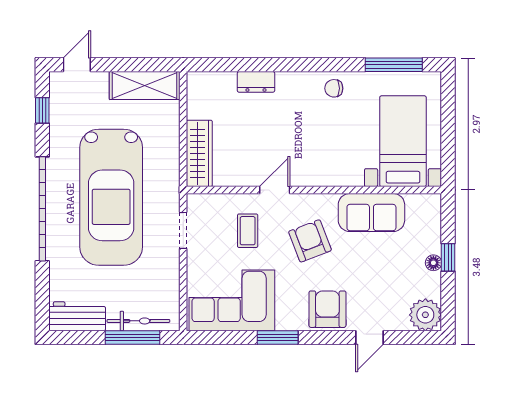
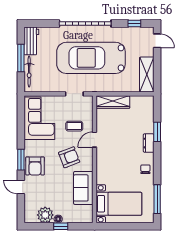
window: (259, 65) -> (157, 132), added
dresser: (256, 82) -> (149, 143), moved
door: (275, 190) -> (95, 140), swing flipped
armchair: (327, 309) -> (35, 166), turned 90
plant: (425, 315) -> (45, 215), moved
window: (133, 337) -> (21, 58), moved
window: (278, 337) -> (21, 160), moved

